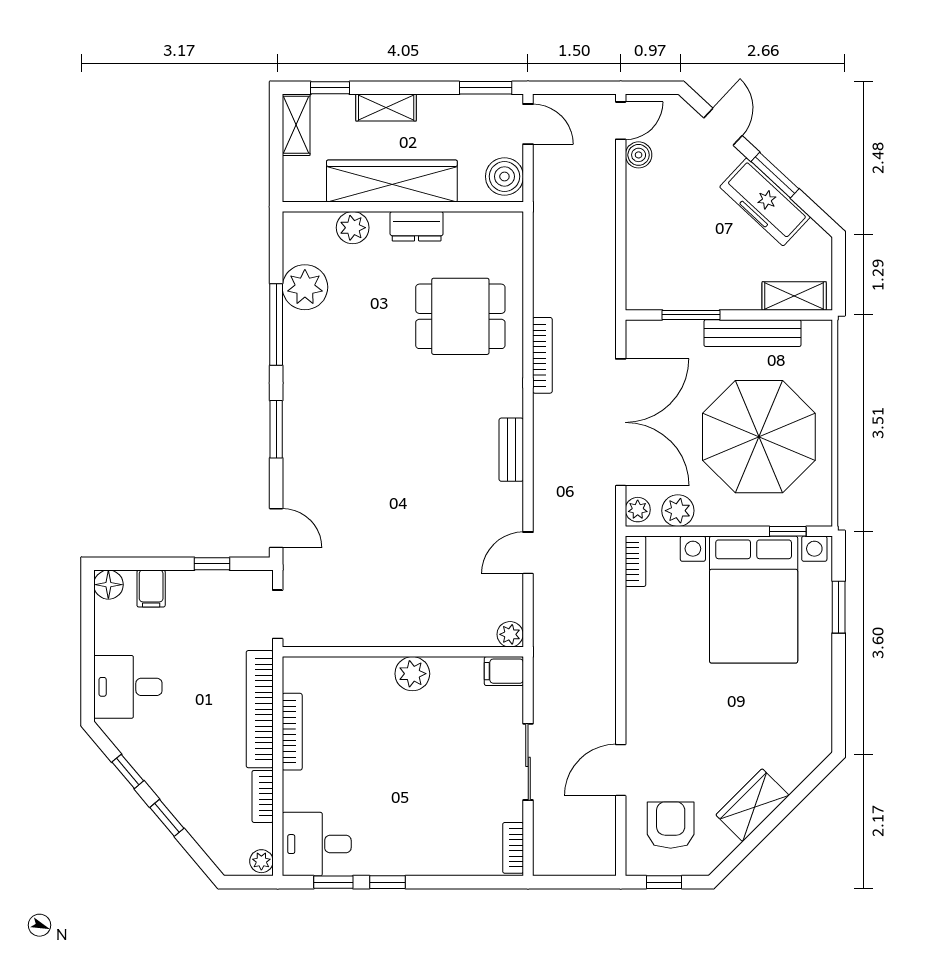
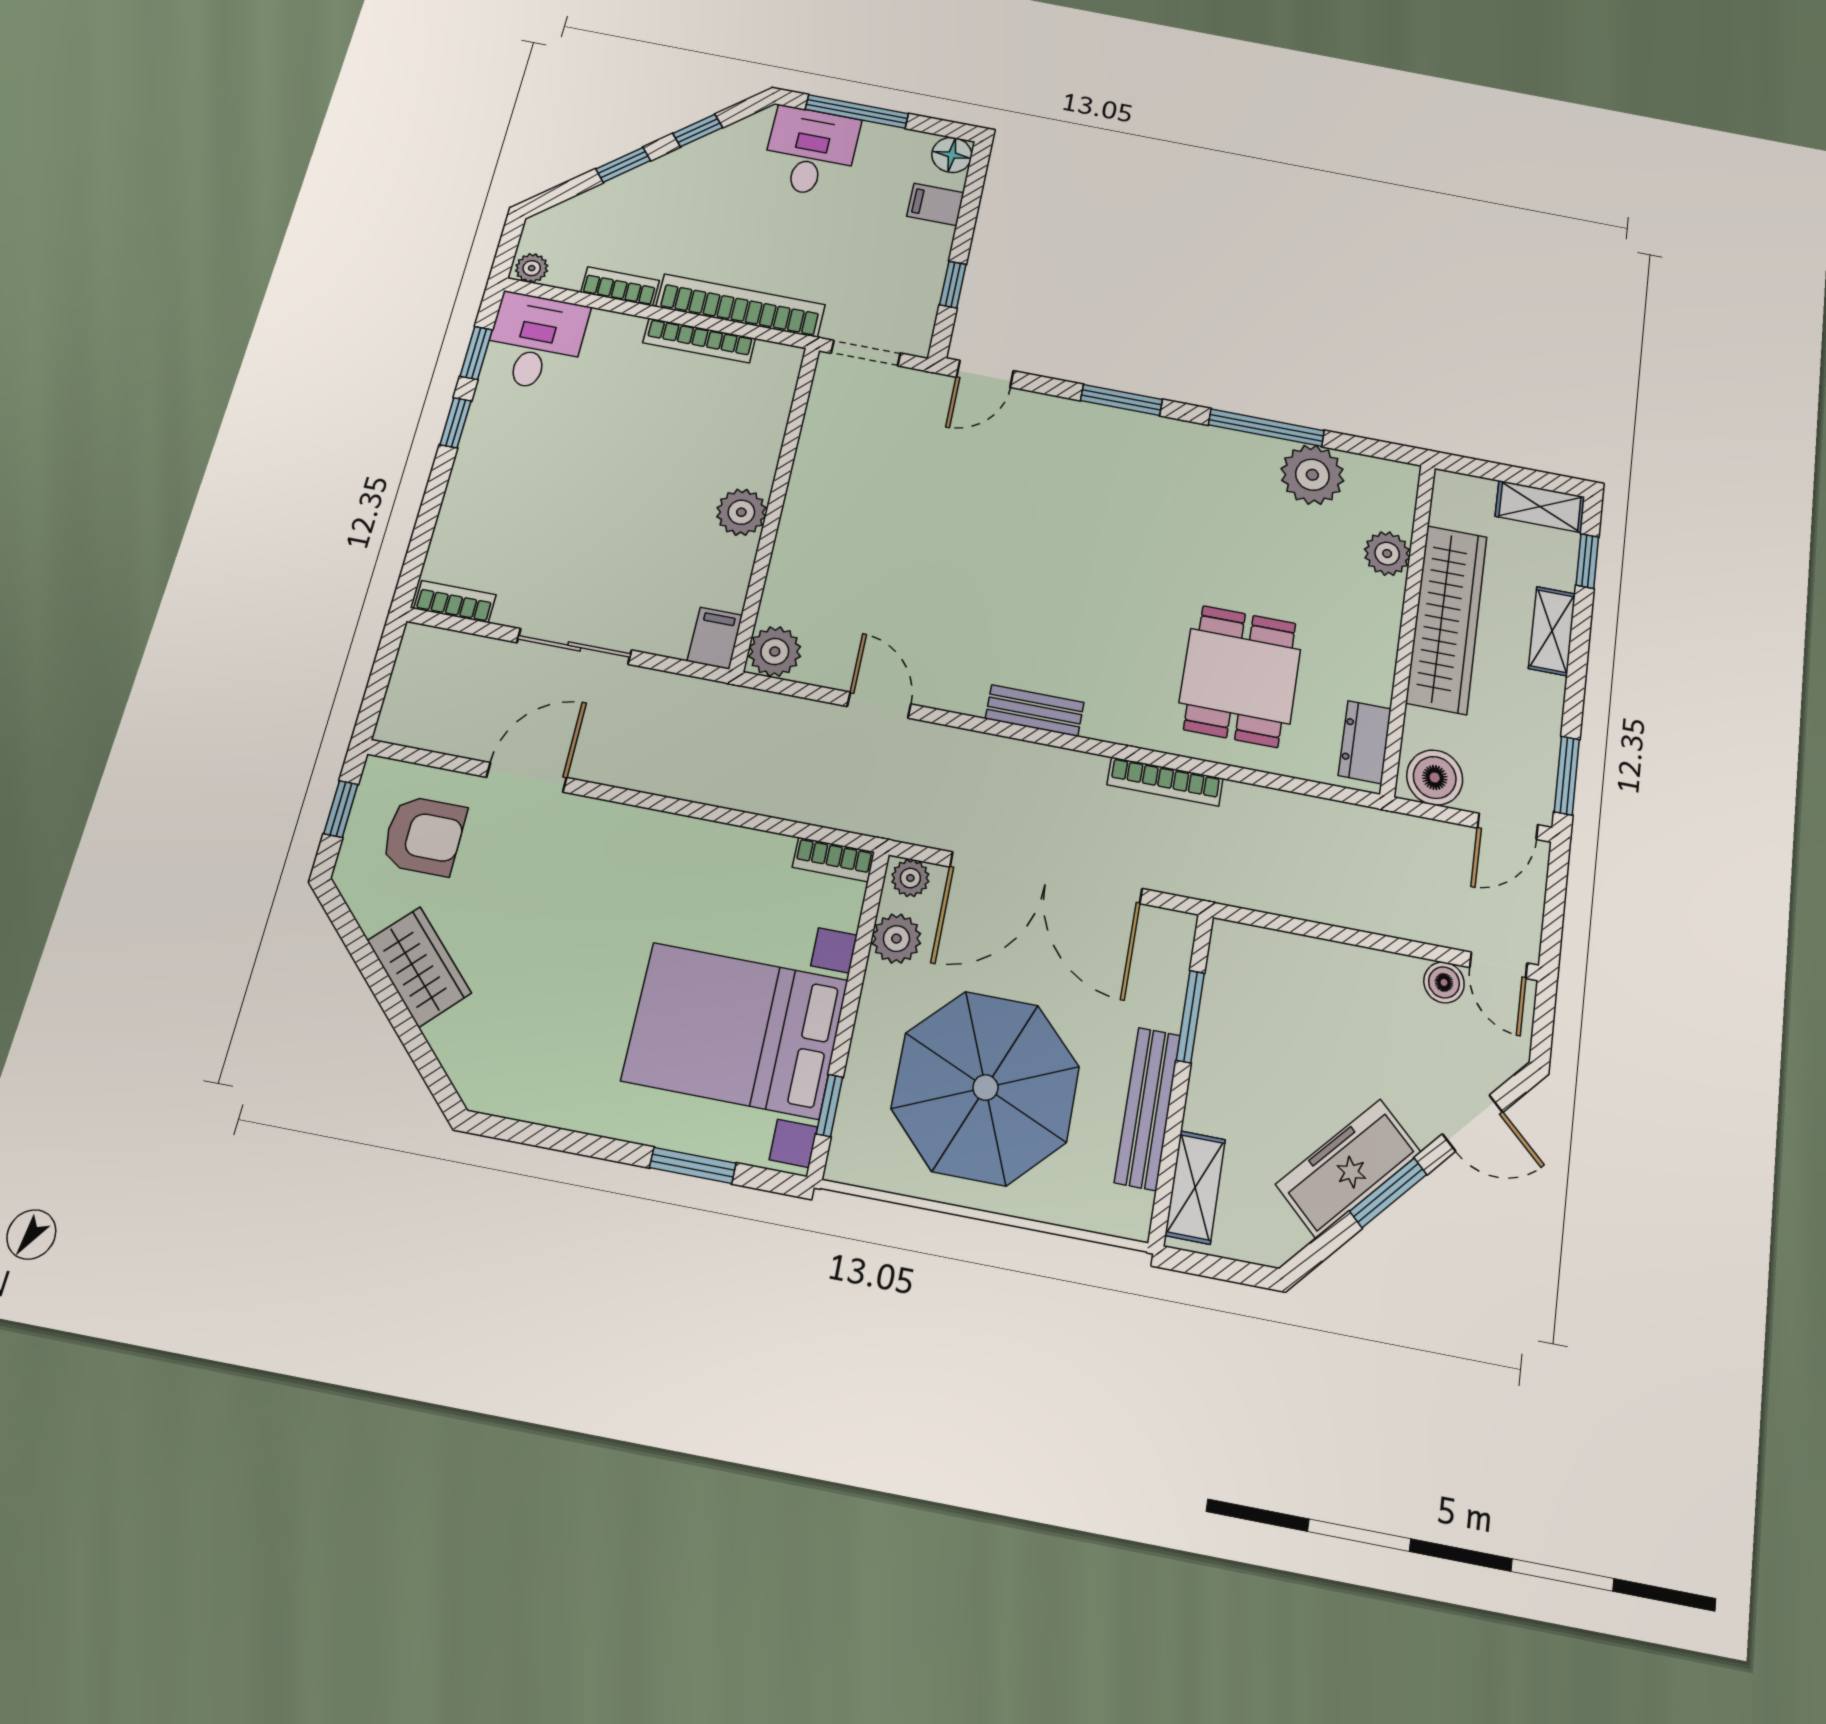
dresser: (417, 226) -> (1365, 742), moved
plant: (510, 634) -> (775, 652), width x1.38, depth x1.38
window: (88, 661) -> (857, 112), added
door: (621, 770) -> (527, 777), hinge flipped

